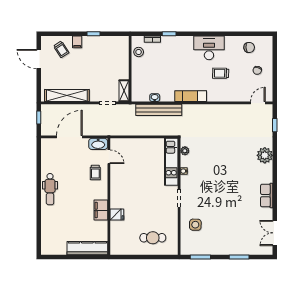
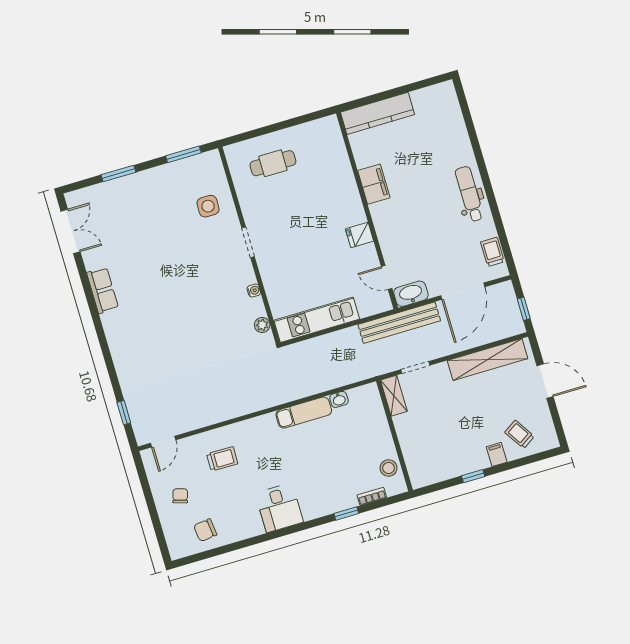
desk: (209, 48) -> (279, 508), width x0.73
door: (39, 59) -> (545, 381), moved
trolley: (221, 73) -> (222, 459), moved
exam couch: (191, 96) -> (304, 413), moved
bench: (159, 110) -> (399, 323), moved
plant: (265, 155) -> (126, 357), removed
kitchen unit: (171, 162) -> (317, 320), moved, turned -90
trolley: (95, 172) -> (492, 252), moved
fridge: (117, 214) -> (360, 235), moved

